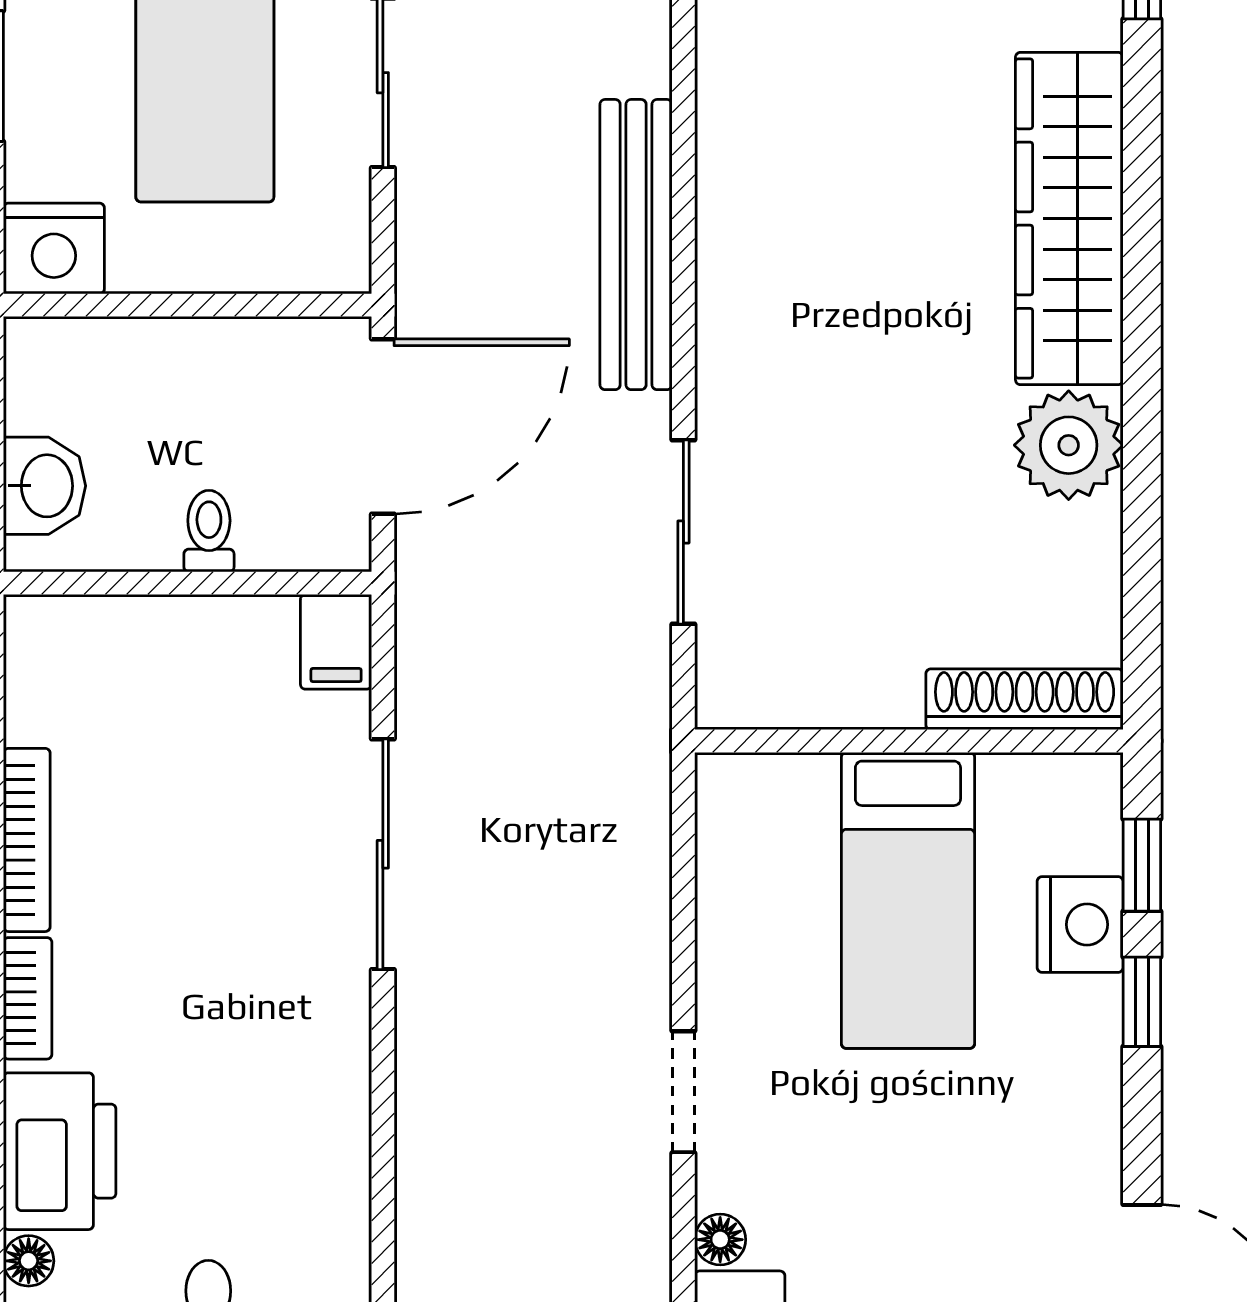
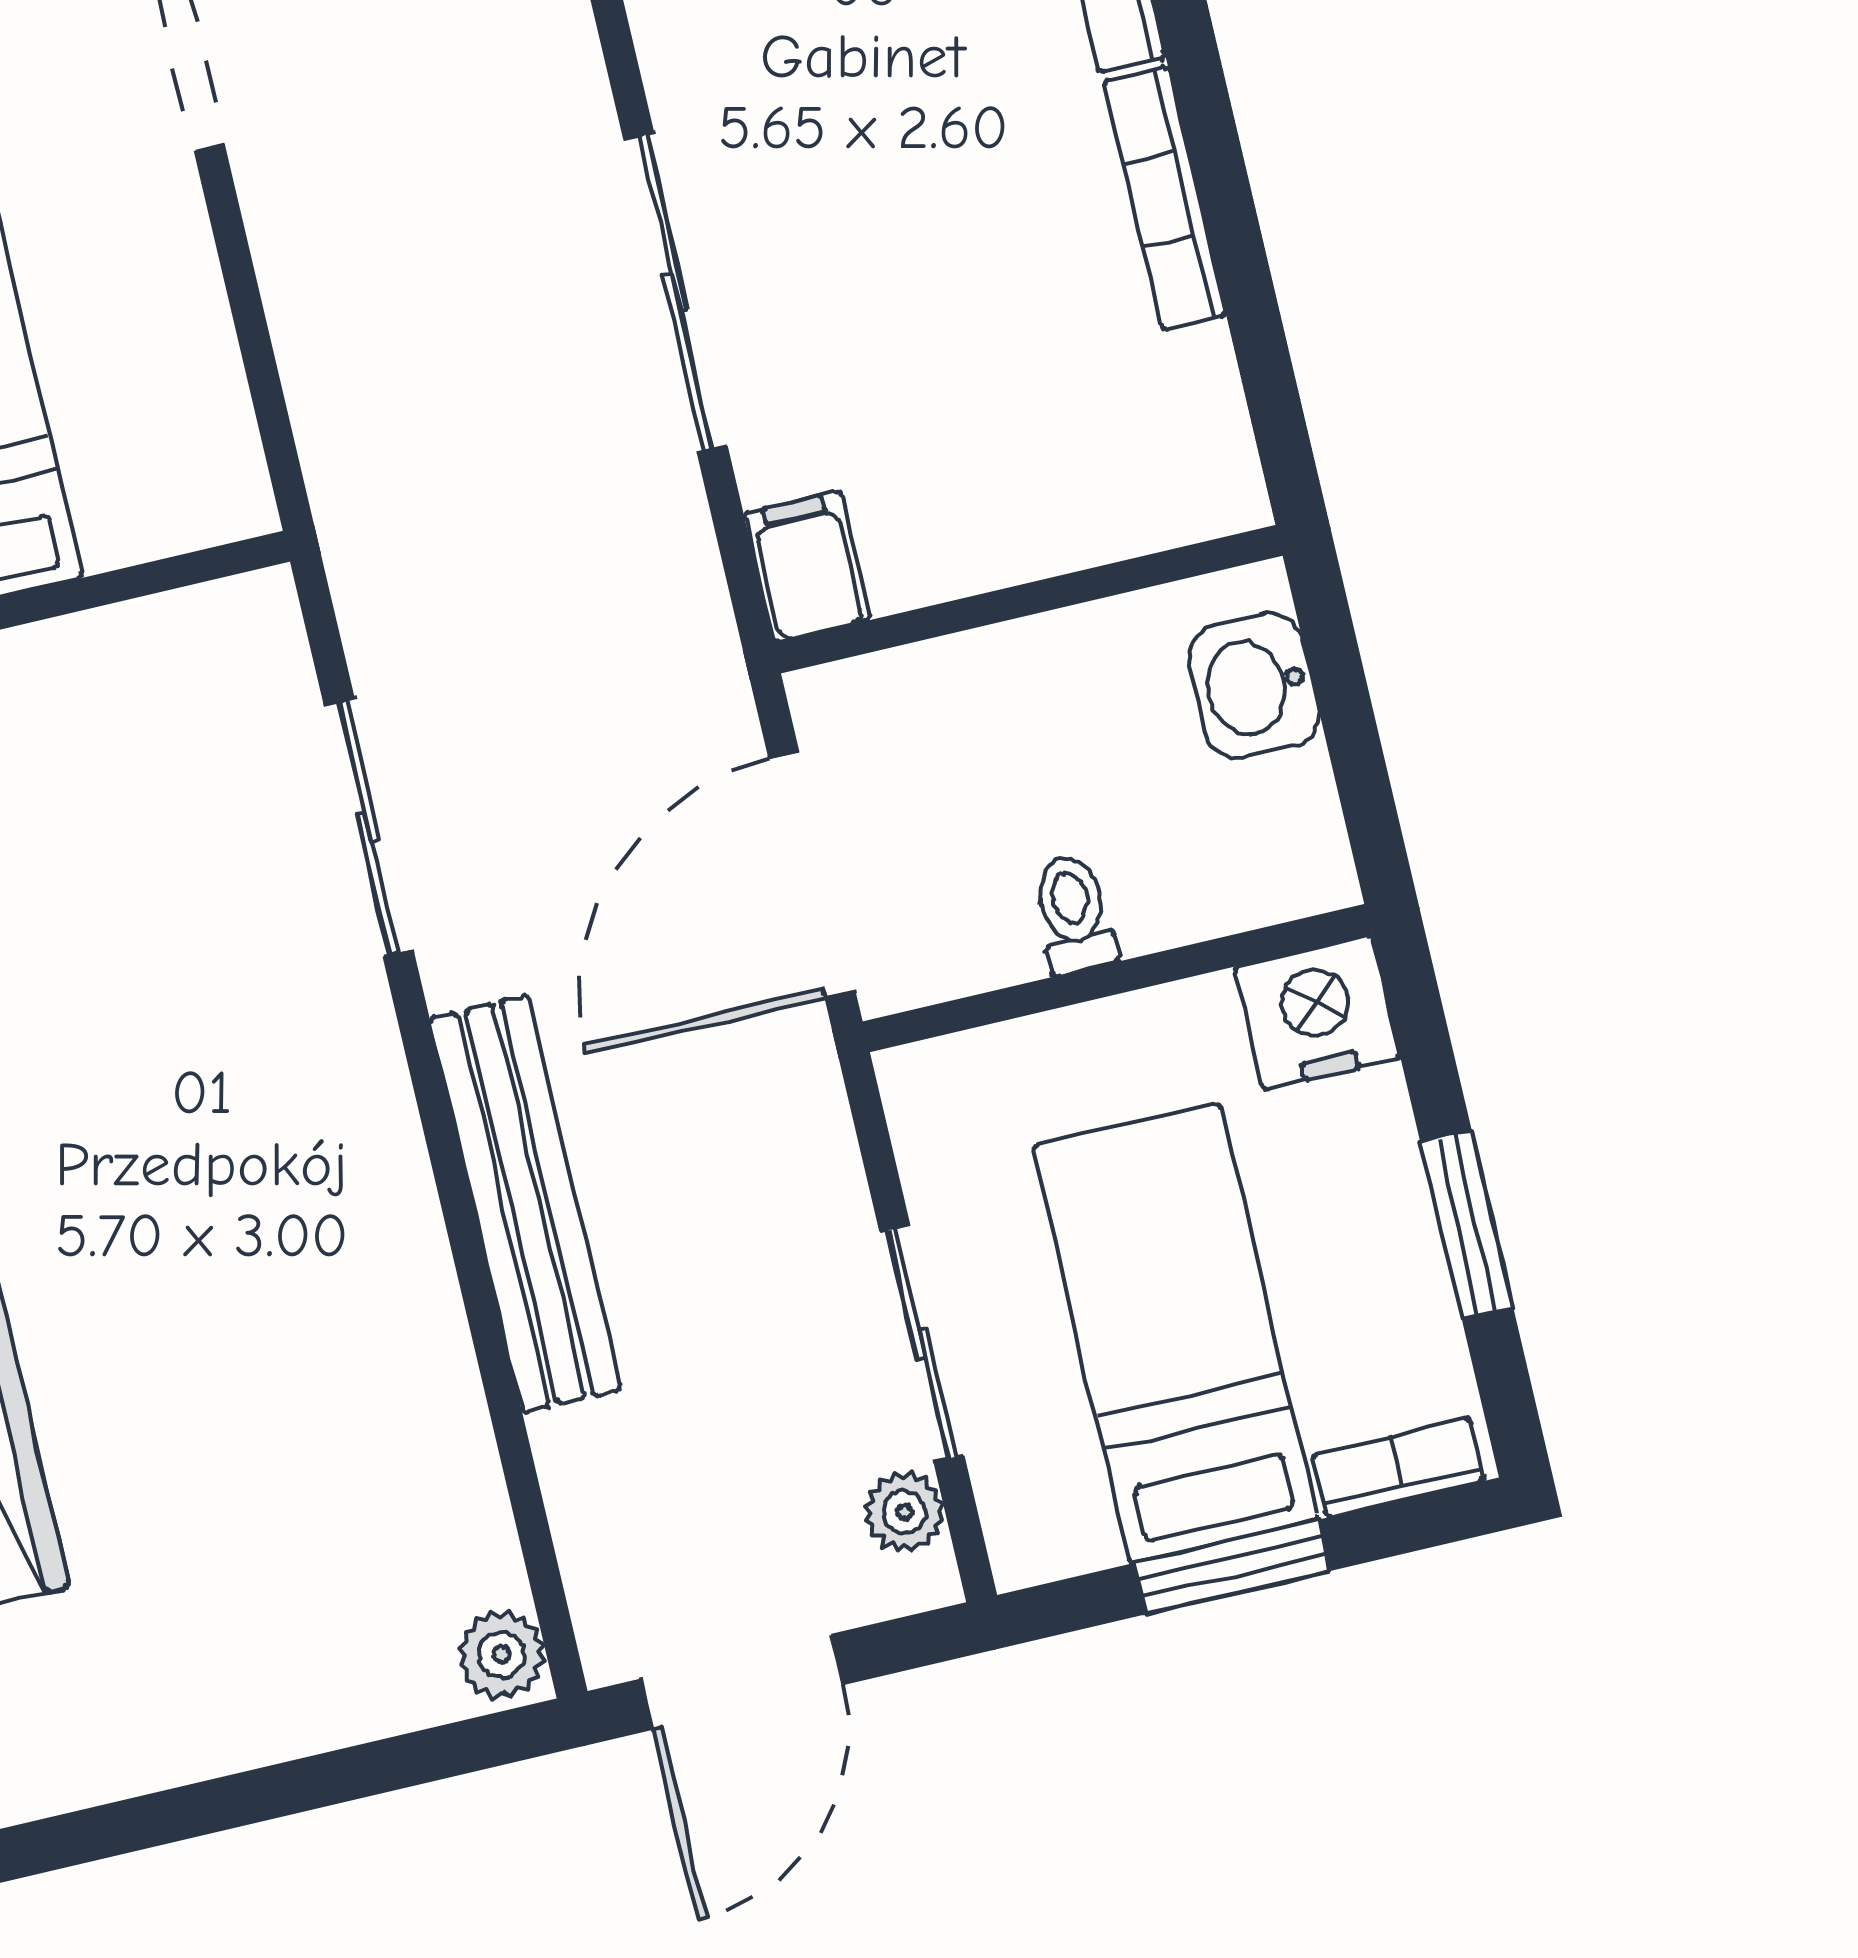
toilet: (209, 531) -> (1074, 913), moved, turned 180

